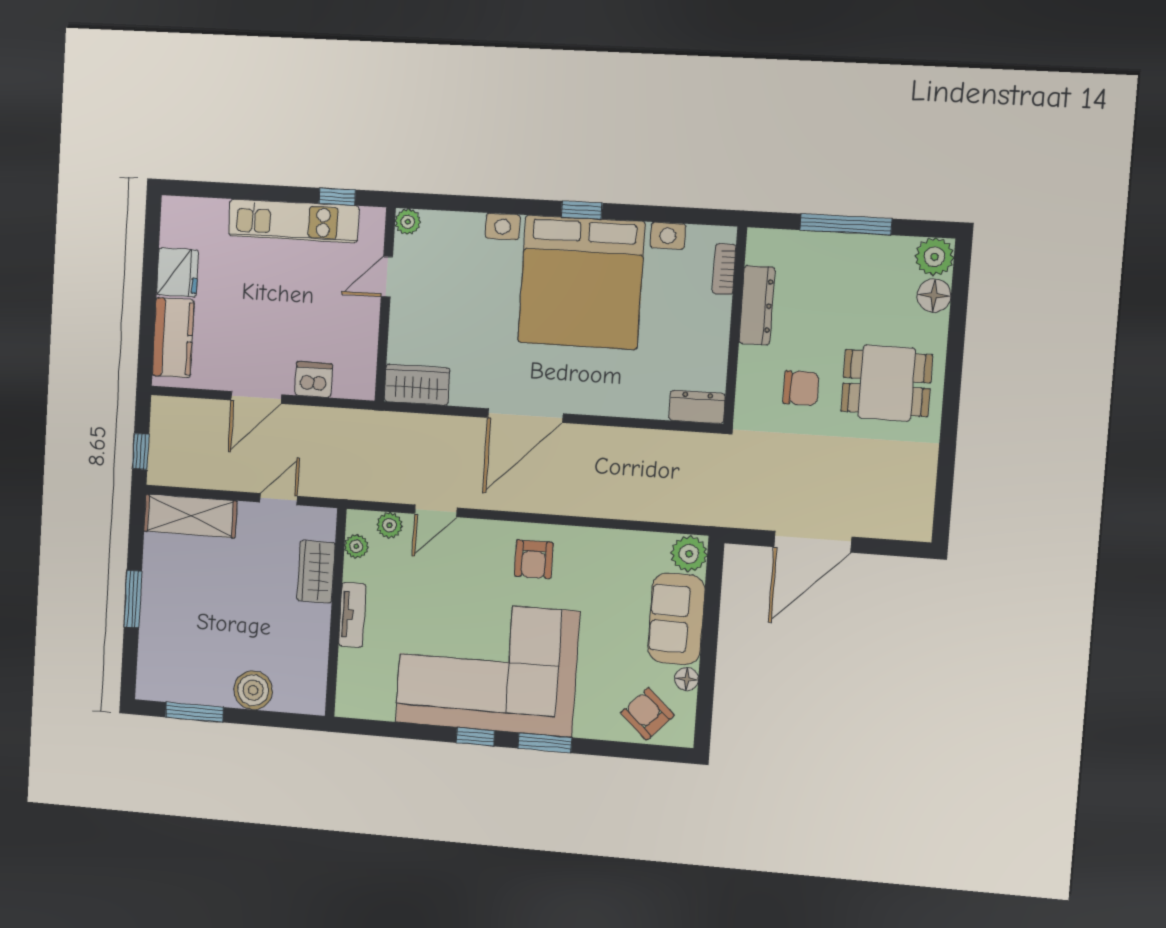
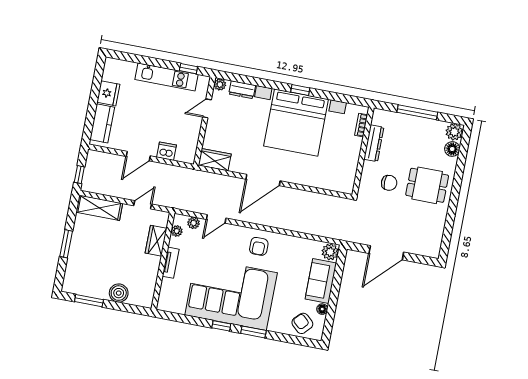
dresser: (697, 407) -> (242, 90), moved, turned 180

